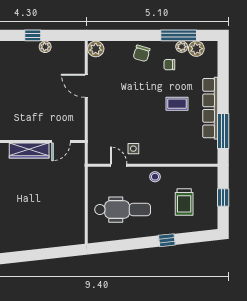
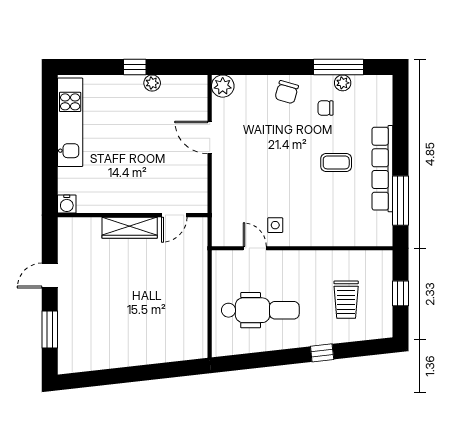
plant: (196, 49) -> (363, 86), removed
stool: (155, 177) -> (305, 264), removed

